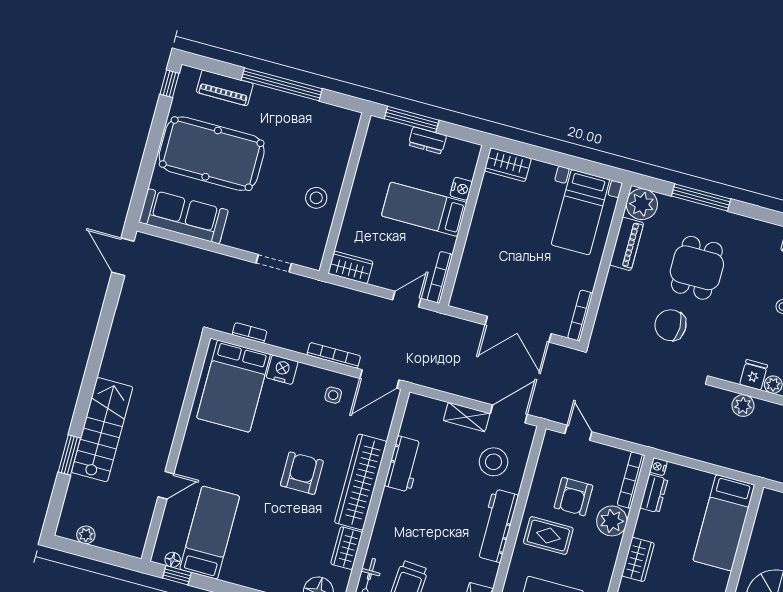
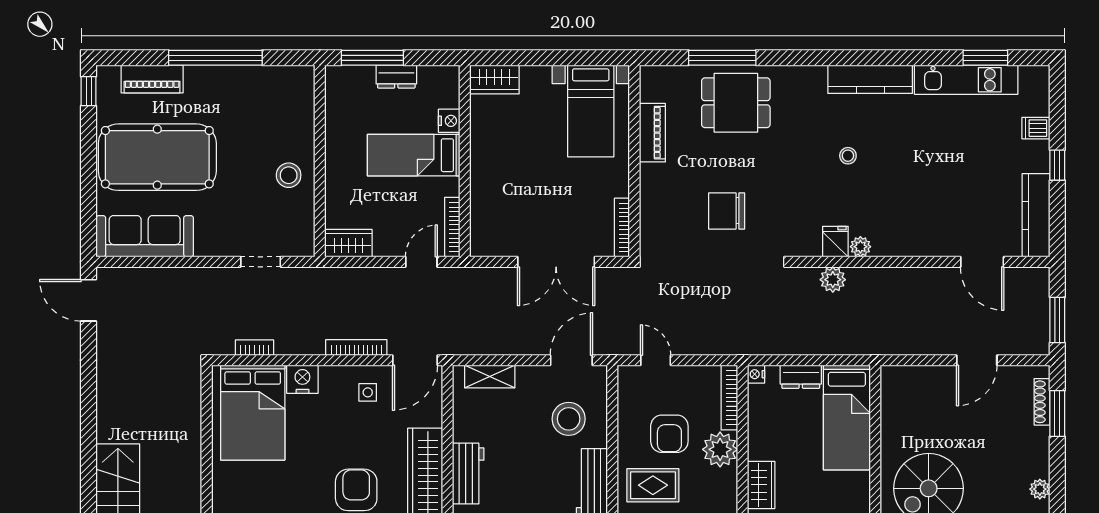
plant: (642, 204) -> (657, 83), removed
dining table: (697, 268) -> (736, 103), moved, turned 90
shelving: (467, 417) -> (490, 376), moved
workbench: (404, 464) -> (468, 474), moved
dresser: (654, 493) -> (801, 377), moved, turned 90

